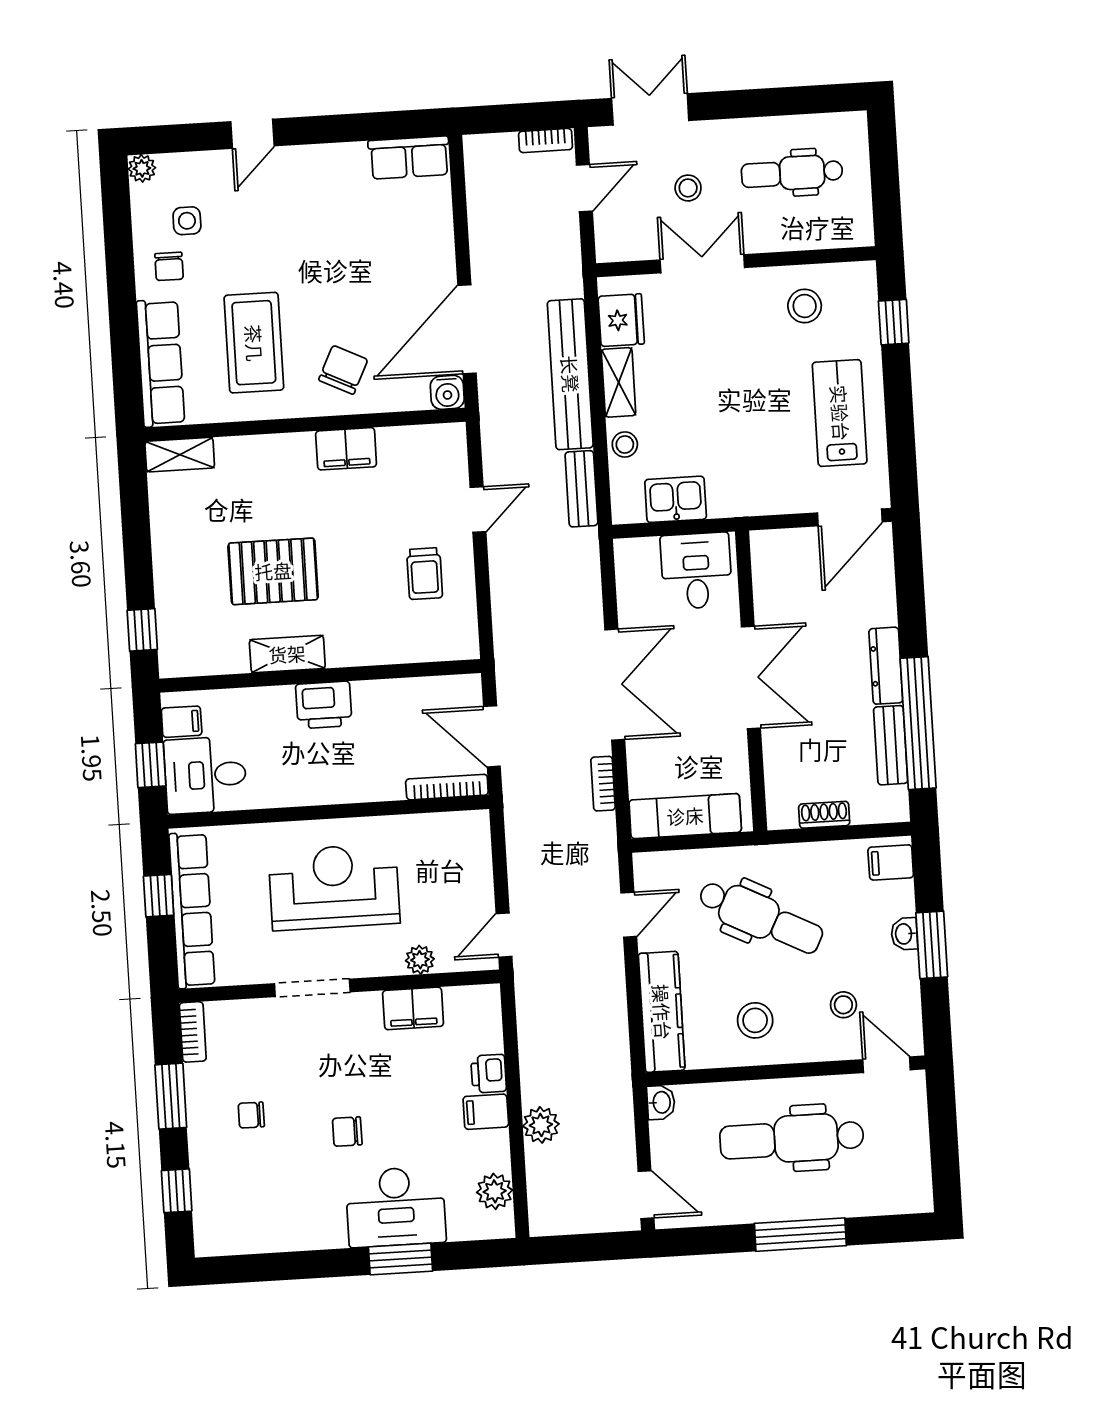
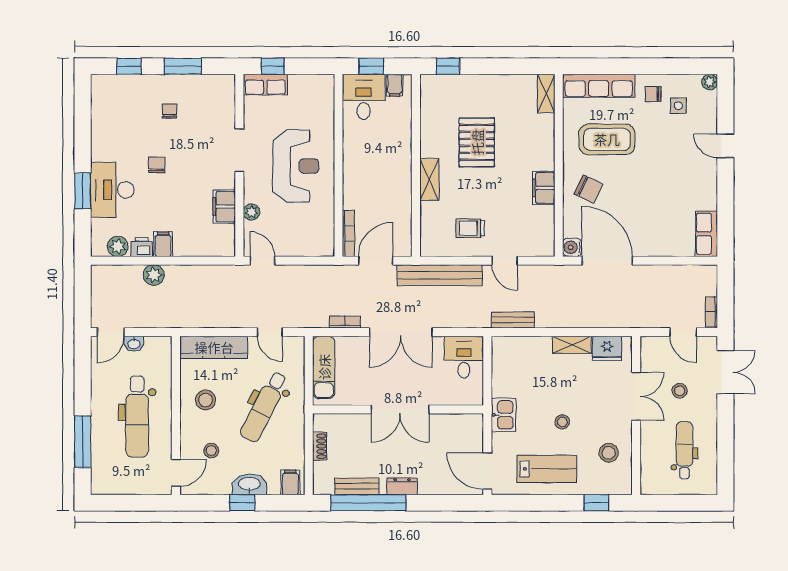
bench: (570, 374) -> (440, 275), moved
stool: (625, 444) -> (562, 422), moved
kitchen sink: (676, 499) -> (504, 415), moved
desk: (696, 571) -> (464, 357), moved, turned -90
shelving: (287, 654) -> (429, 179), moved
dresser: (886, 666) -> (402, 486), width x0.70
printer: (324, 705) -> (399, 166), removed
window: (159, 896) -> (273, 66), moved
row of seats: (192, 910) -> (265, 85), width x0.50
washbasin: (904, 934) -> (249, 484), width x1.91, depth x1.45
window: (932, 945) -> (242, 503), width x0.67
bookcase: (193, 1032) -> (218, 81), removed
printer: (489, 1074) -> (142, 247), moved
washbasin: (661, 1102) -> (134, 344), moved
dental chair: (792, 1139) -> (137, 417), turned 180
window: (800, 1235) -> (83, 442), moved

